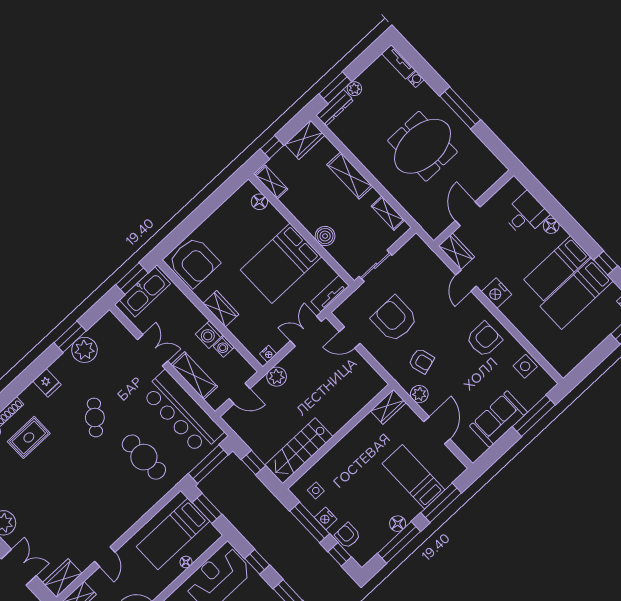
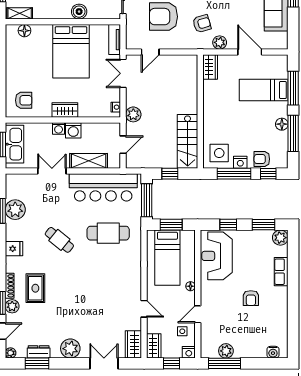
armchair: (194, 262) -> (24, 100), width x0.53, depth x0.53
washing machine: (224, 347) -> (59, 129), moved
side table: (316, 490) -> (219, 153), width x1.87, depth x1.87
floor lamp: (186, 562) -> (190, 286), moved

